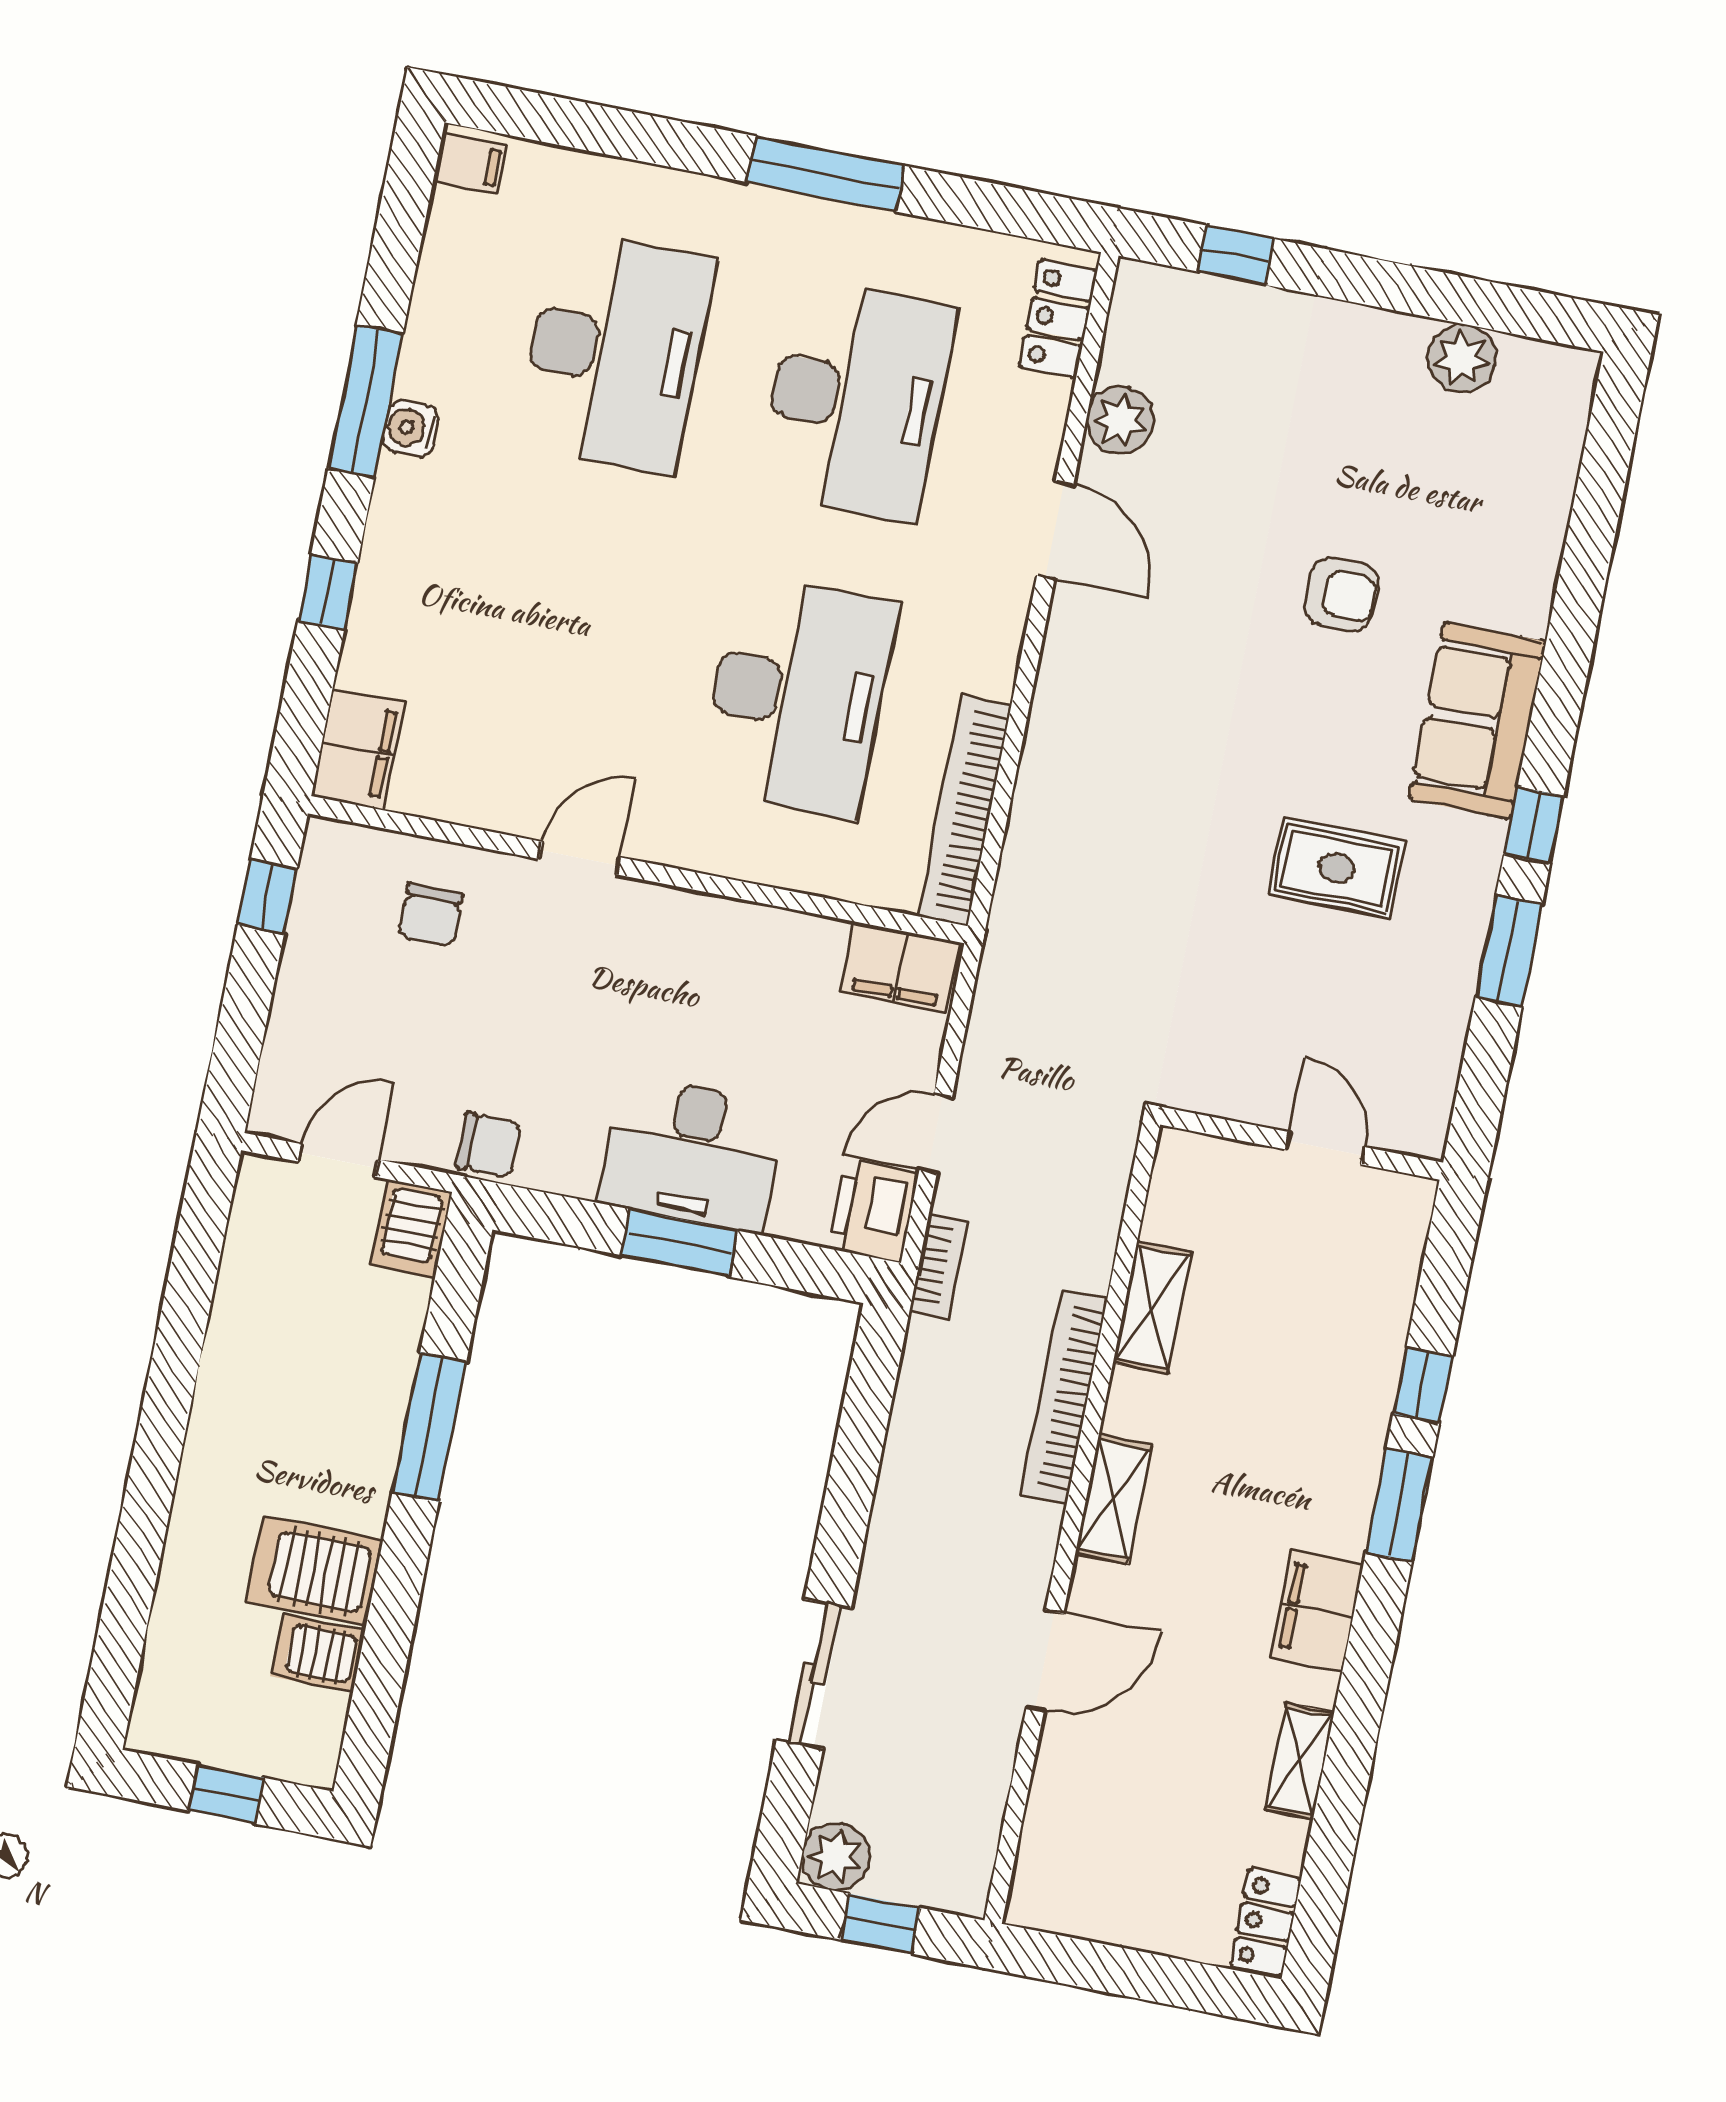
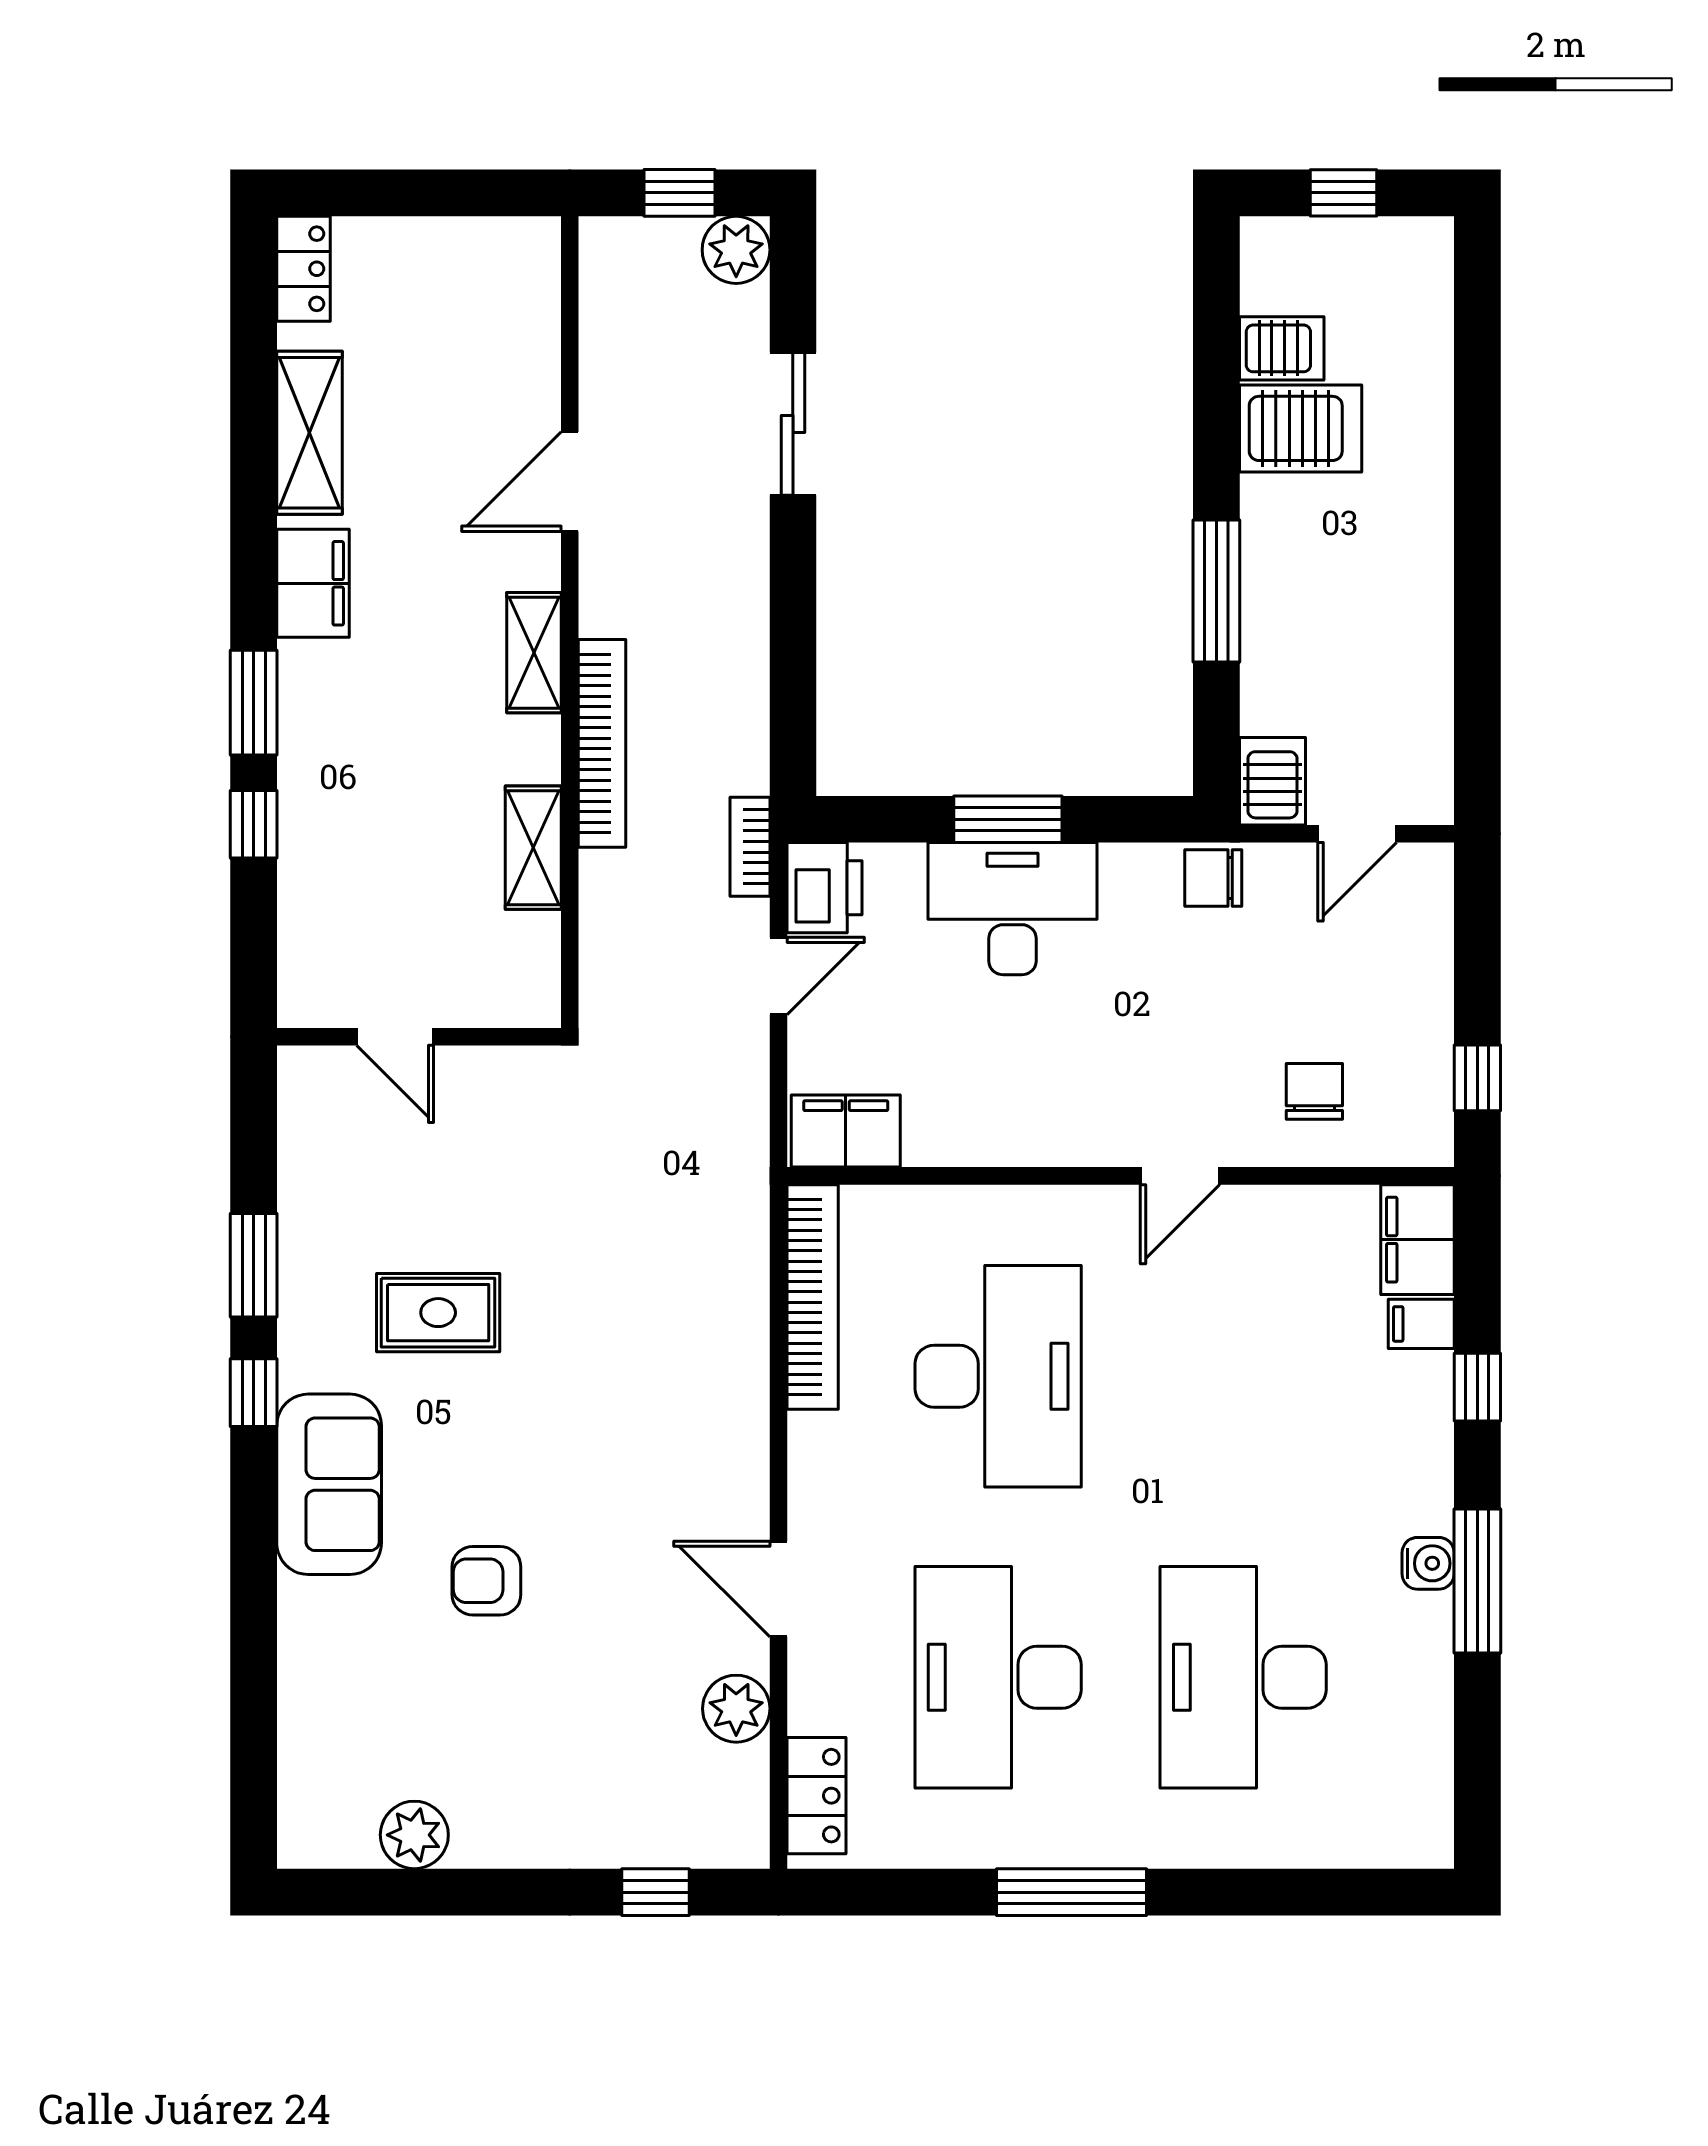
filing cabinet: (470, 163) -> (1421, 1324), moved
desk: (797, 696) -> (998, 1376), turned 180
shelving: (1300, 1761) -> (309, 433), width x1.50, depth x1.33

